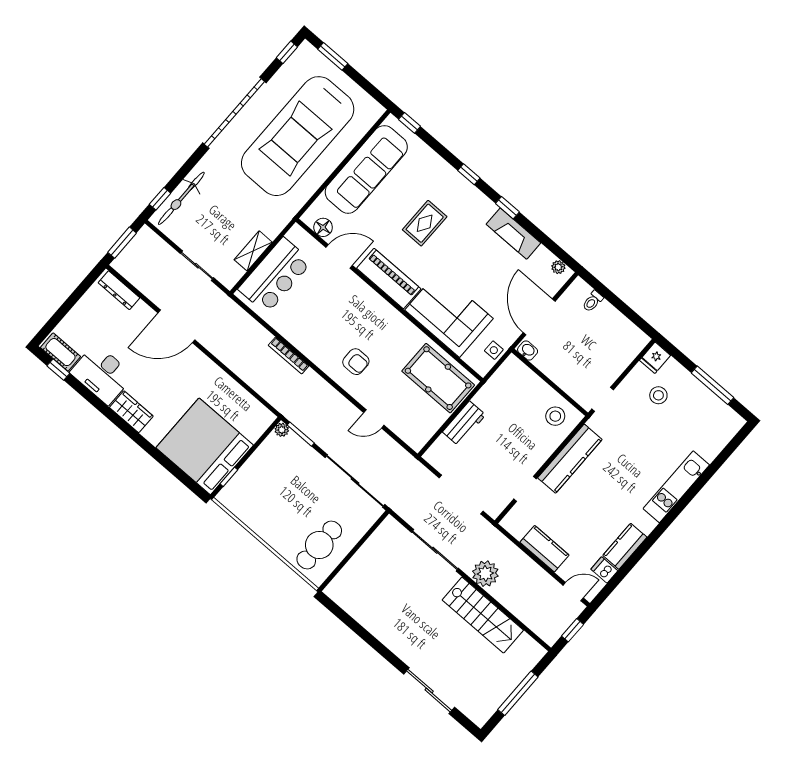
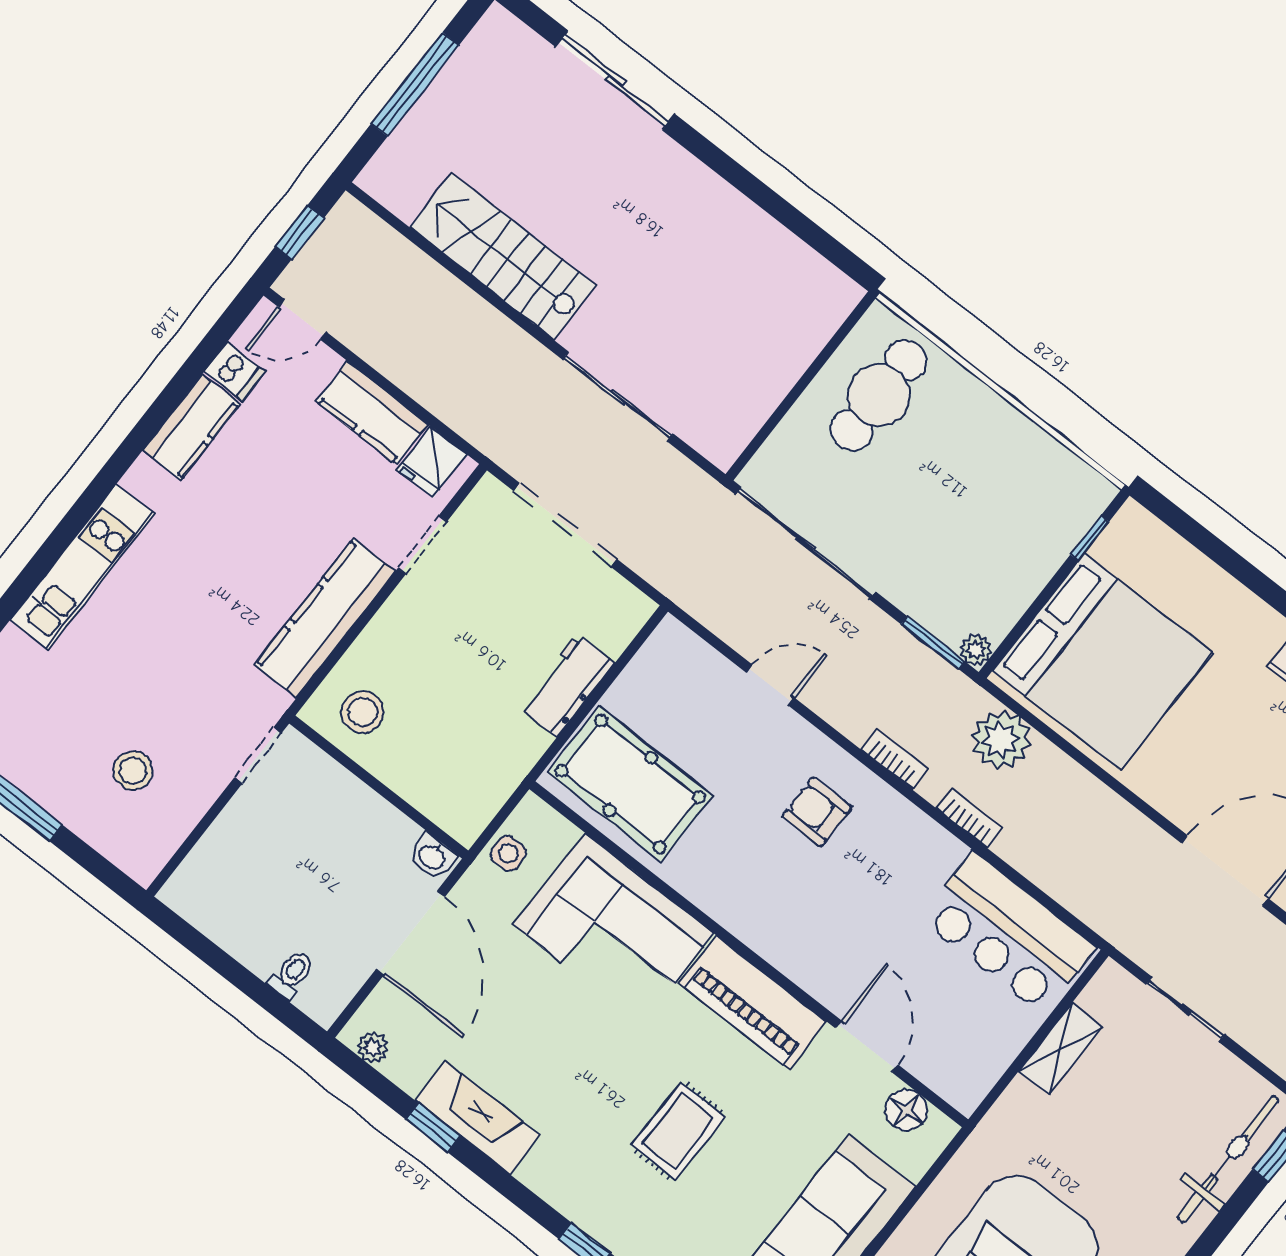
window: (507, 208) -> (433, 1128), moved
door: (339, 256) -> (867, 1046), swing flipped
bar counter: (275, 275) -> (1008, 933), moved, turned -90
bookcase: (289, 355) -> (969, 818), width x0.64
fridge: (655, 358) -> (432, 462), moved, turned 180
bookcase: (320, 383) -> (894, 759), added
bed: (205, 446) -> (1102, 662), moved
plant: (485, 574) -> (1001, 740), moved

